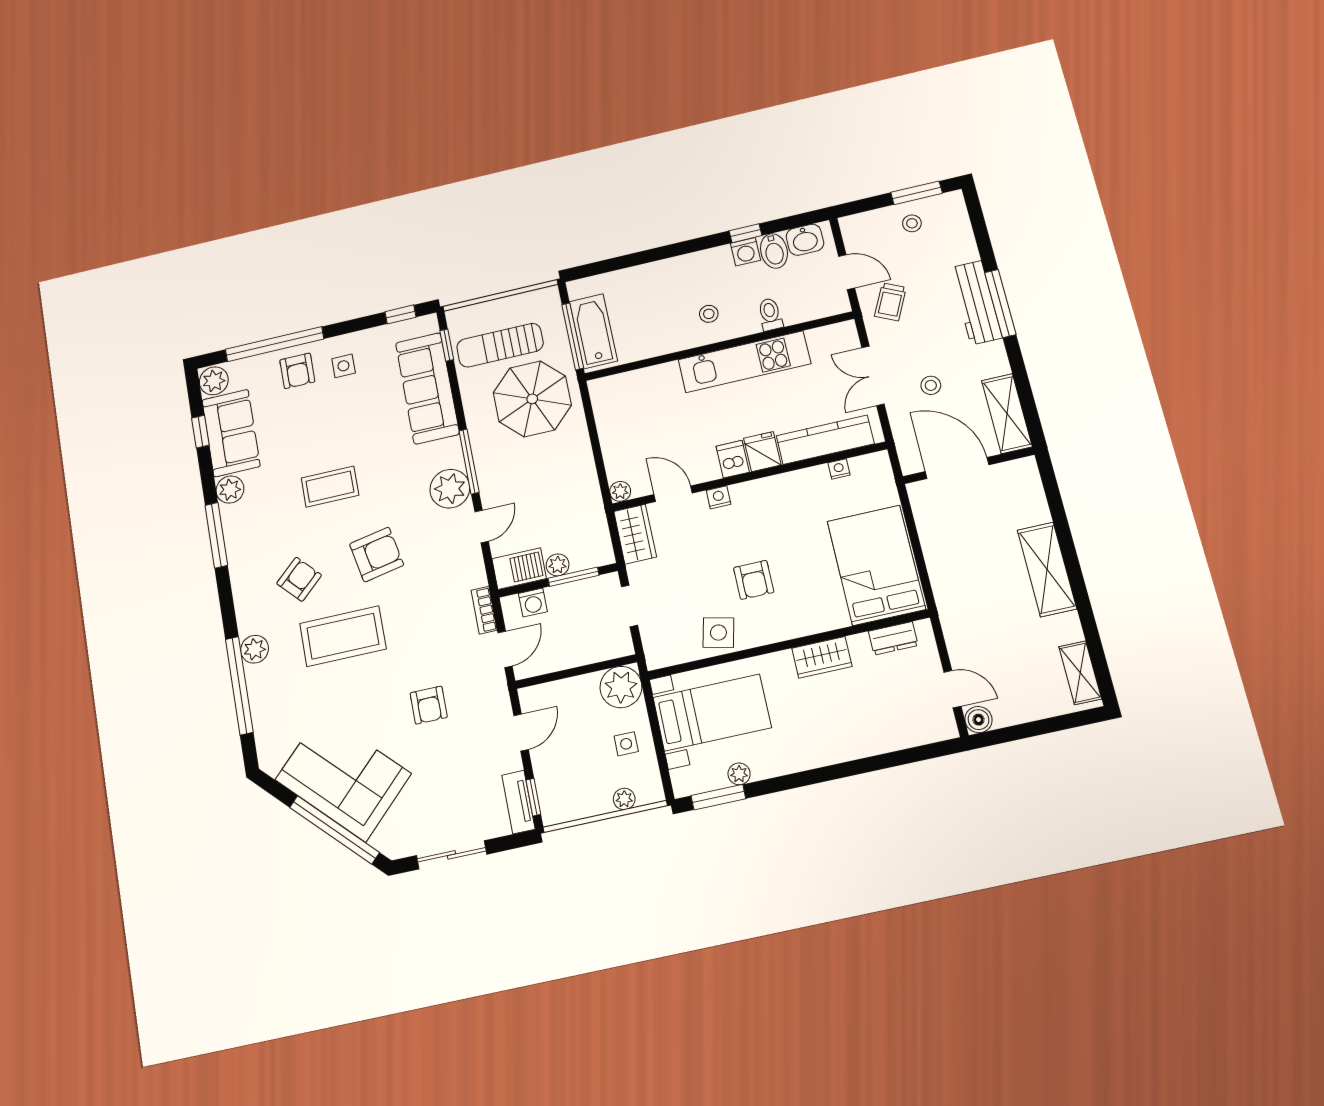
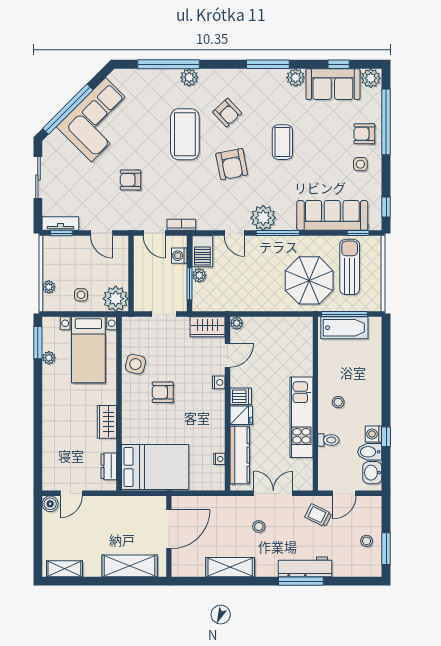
wall: (968, 465) -> (169, 536), moved
door: (957, 468) -> (169, 529), moved

